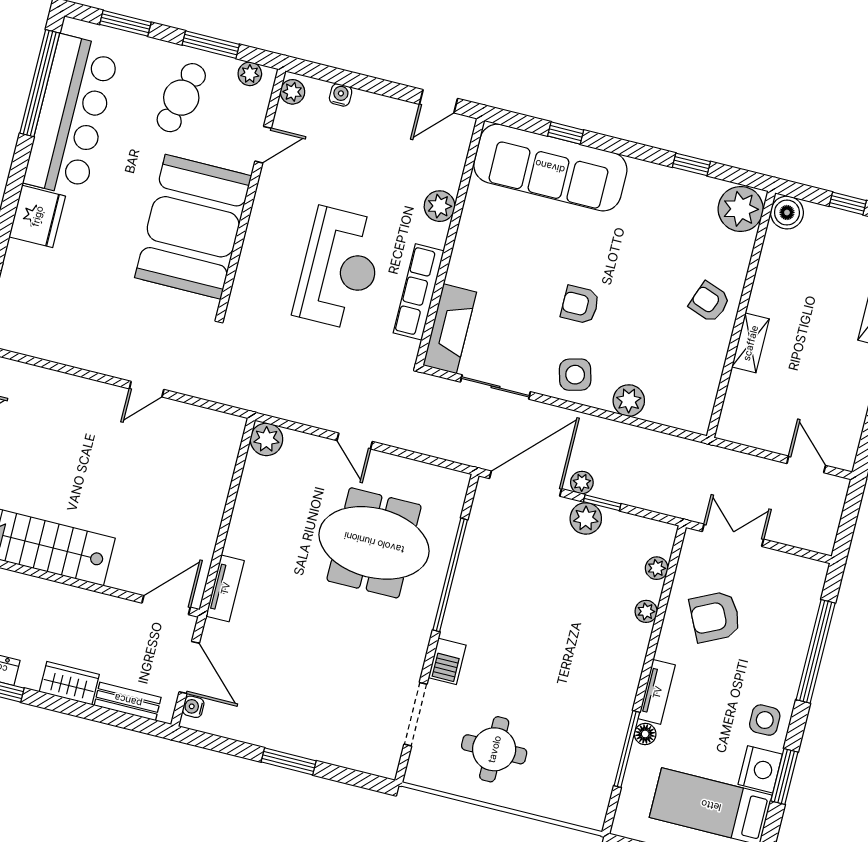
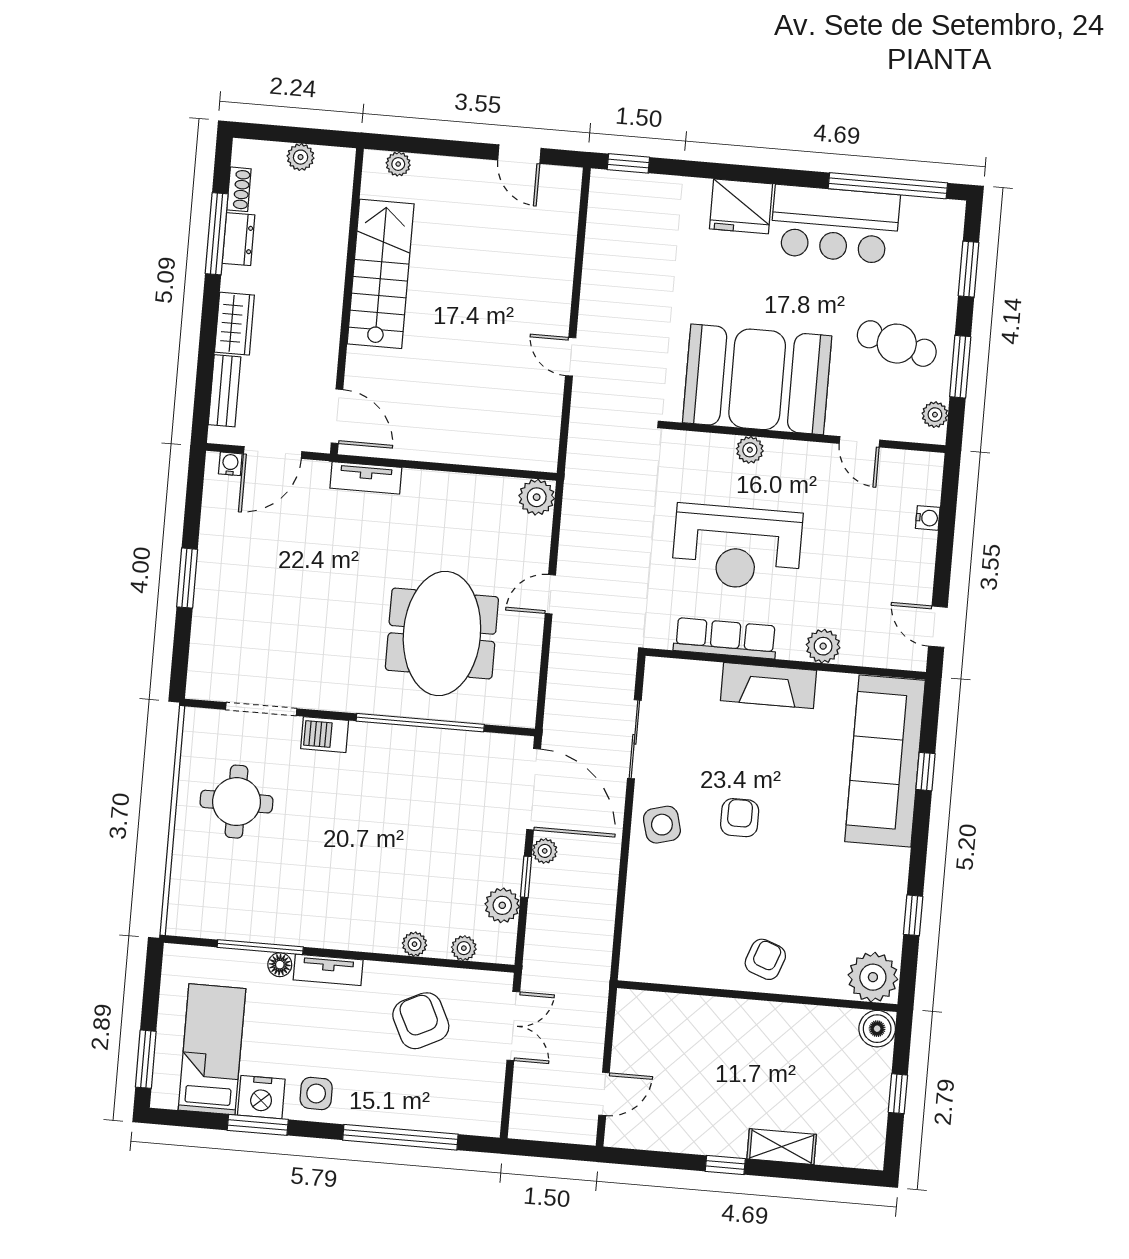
plant: (292, 92) -> (750, 450), moved
bar counter: (71, 116) -> (835, 224), width x0.73
fireplace: (450, 329) -> (769, 686), moved
shelving: (750, 343) -> (728, 1012), removed
plant: (629, 400) -> (643, 888), removed
plant: (586, 518) -> (502, 905), moved

